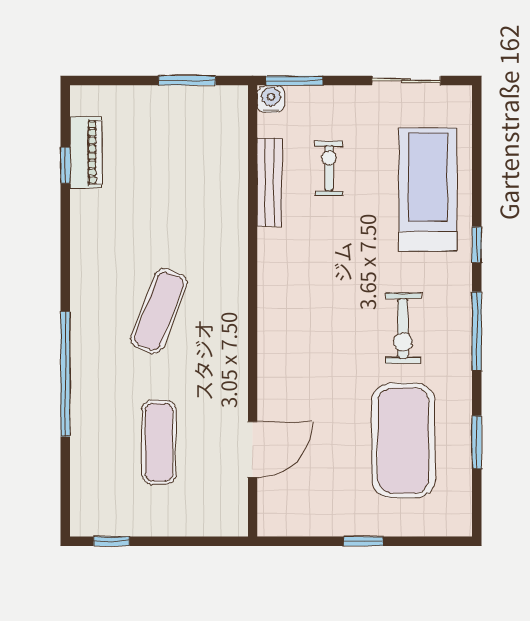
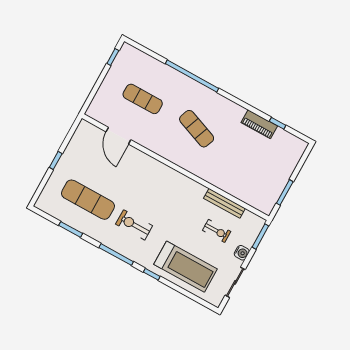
water cooler: (271, 99) -> (242, 253), moved
piano: (86, 152) -> (259, 124), moved
exercise mat: (403, 441) -> (88, 200), width x0.68

